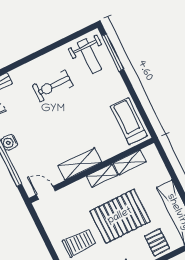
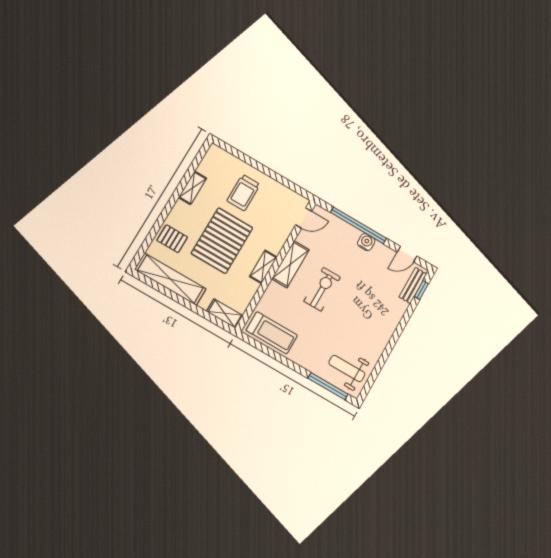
exercise bike: (53, 86) -> (322, 289), moved
shelving: (129, 162) -> (225, 313), moved, turned 90

